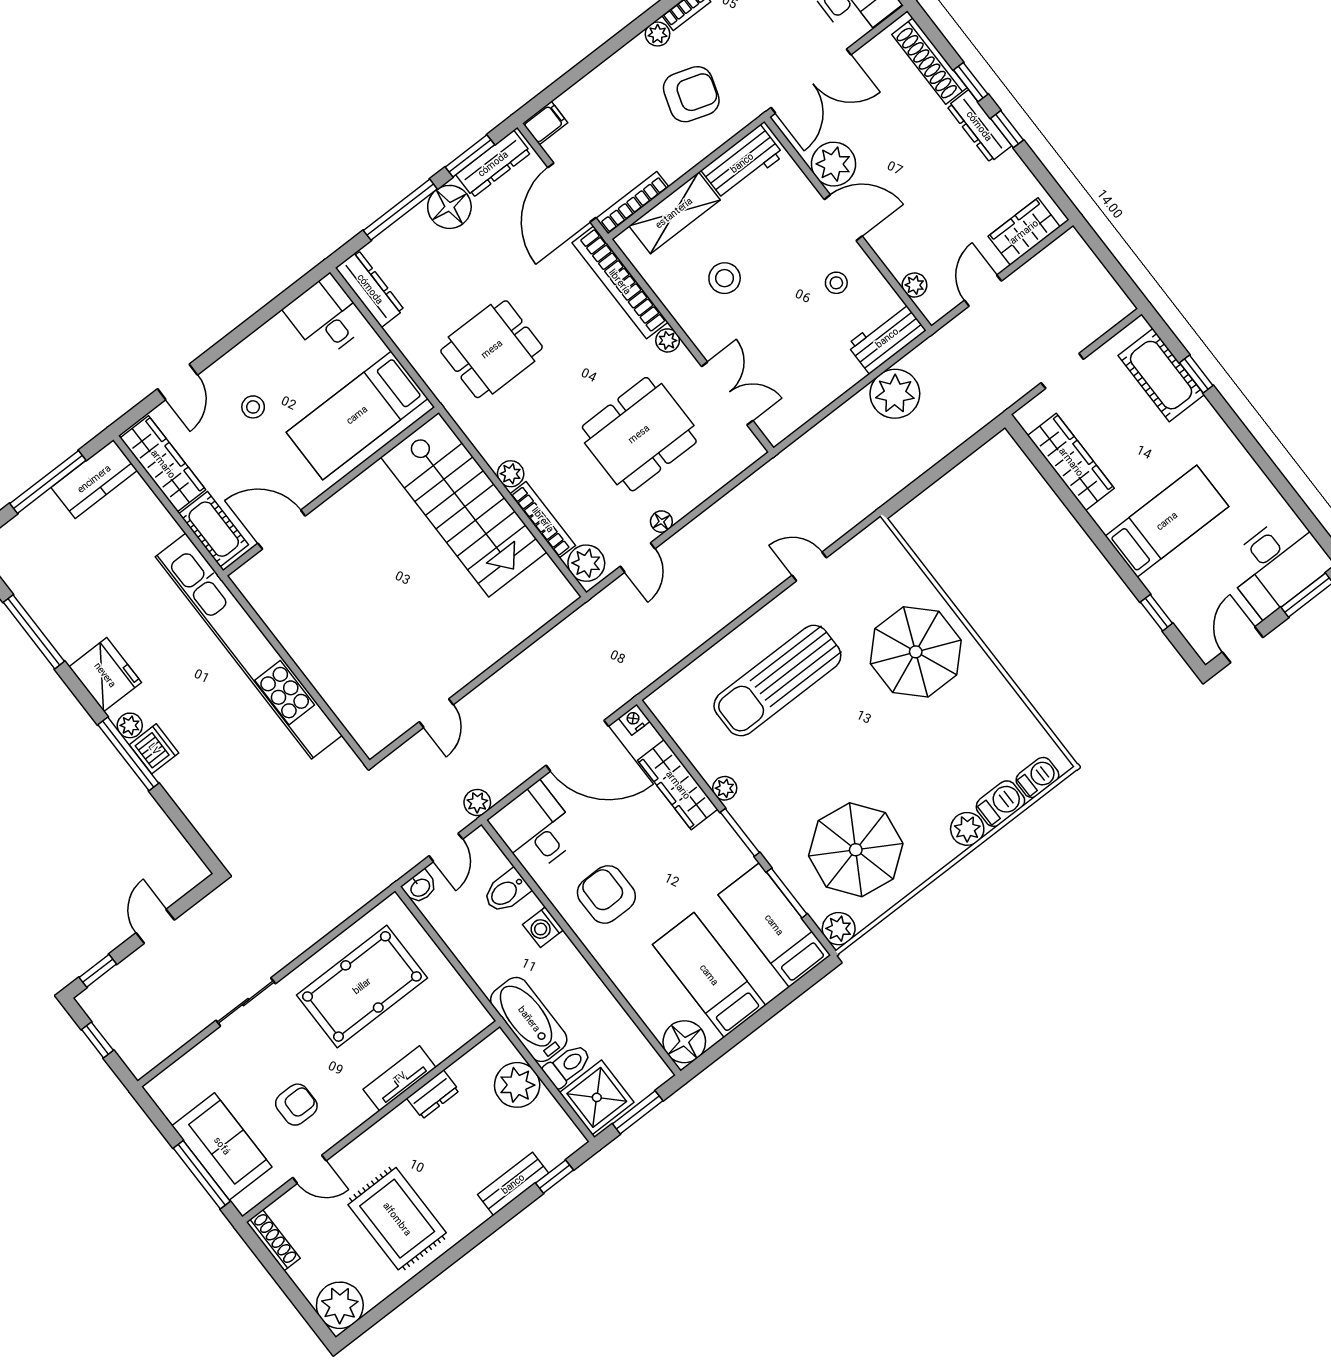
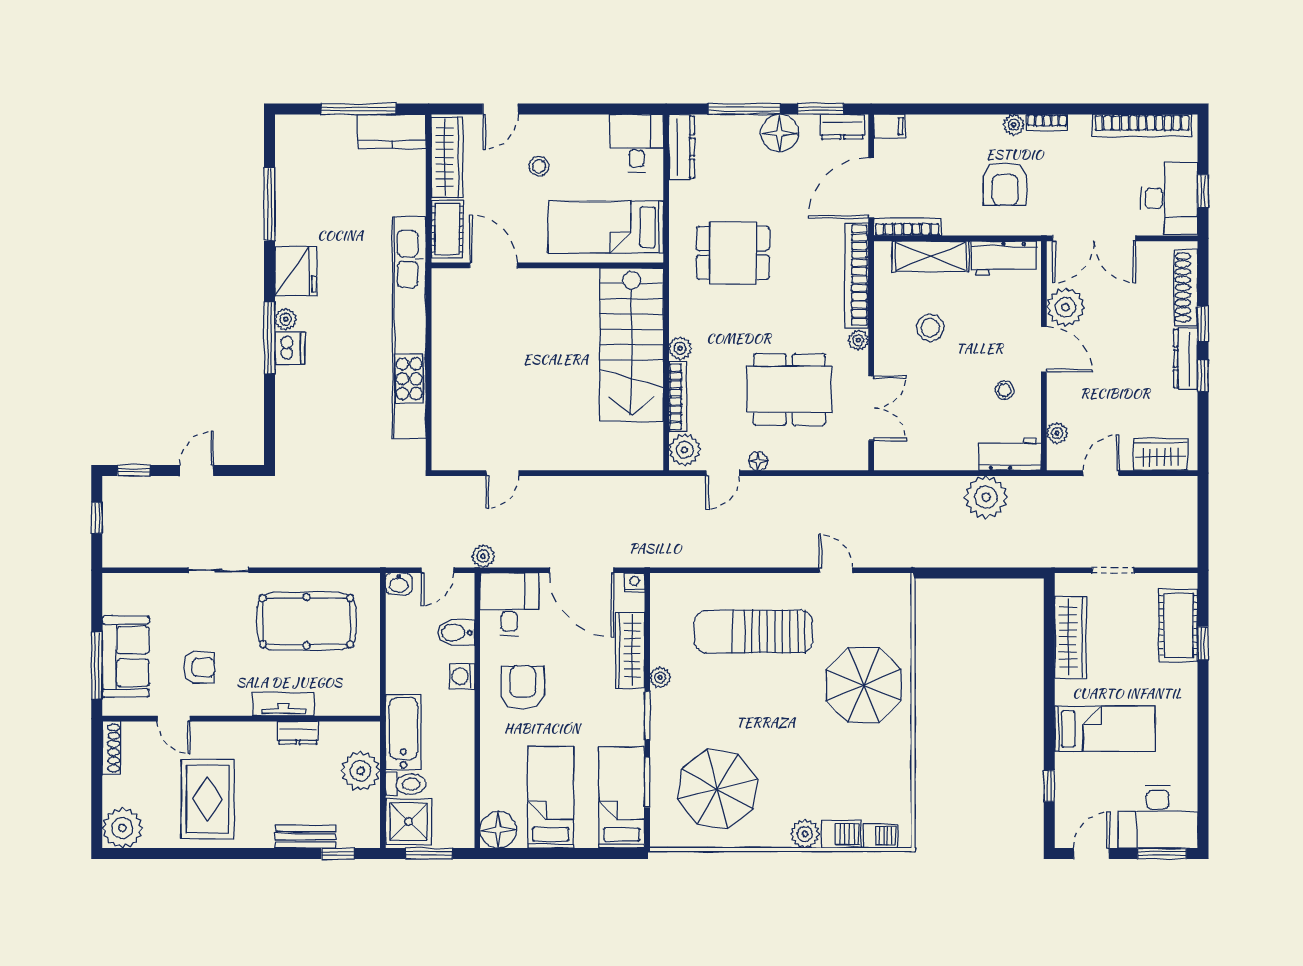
armchair: (691, 94) -> (1005, 184), turned 72
dresser: (493, 164) -> (842, 127), width x0.70
plant: (839, 929) -> (664, 834), removed

